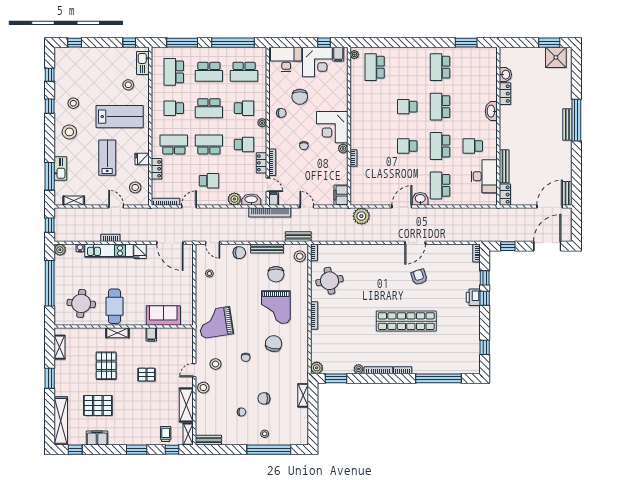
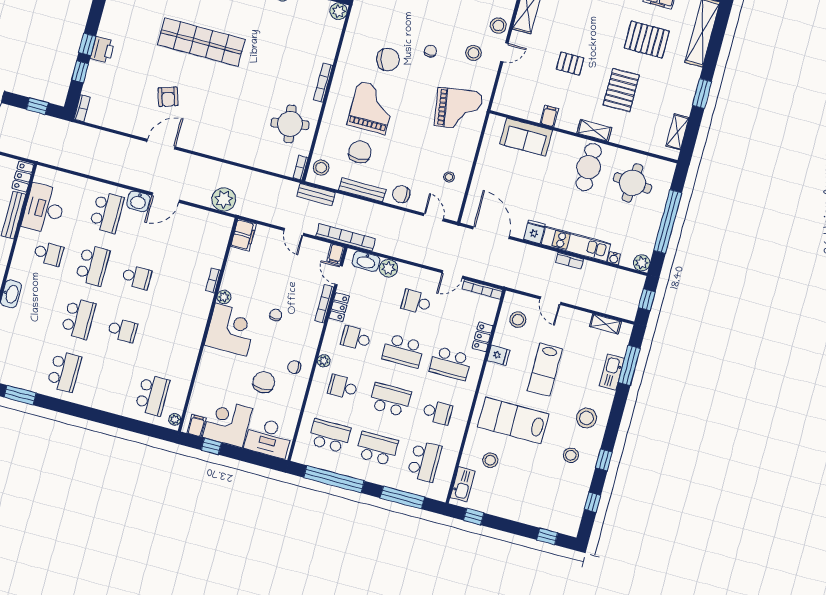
chair: (274, 344) -> (388, 60), turned -118

